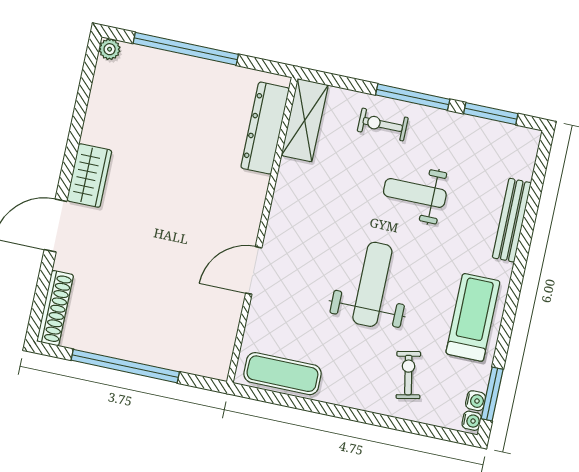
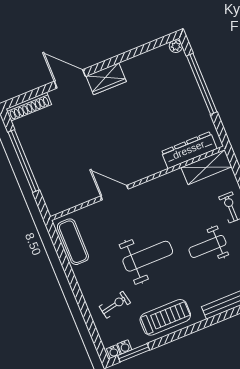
weight bench: (415, 193) -> (207, 246), turned -90

